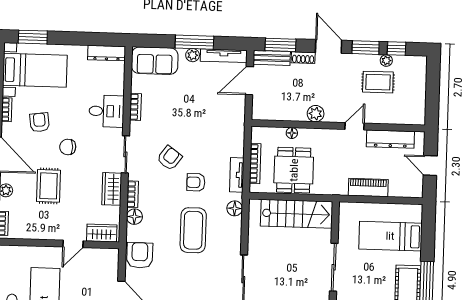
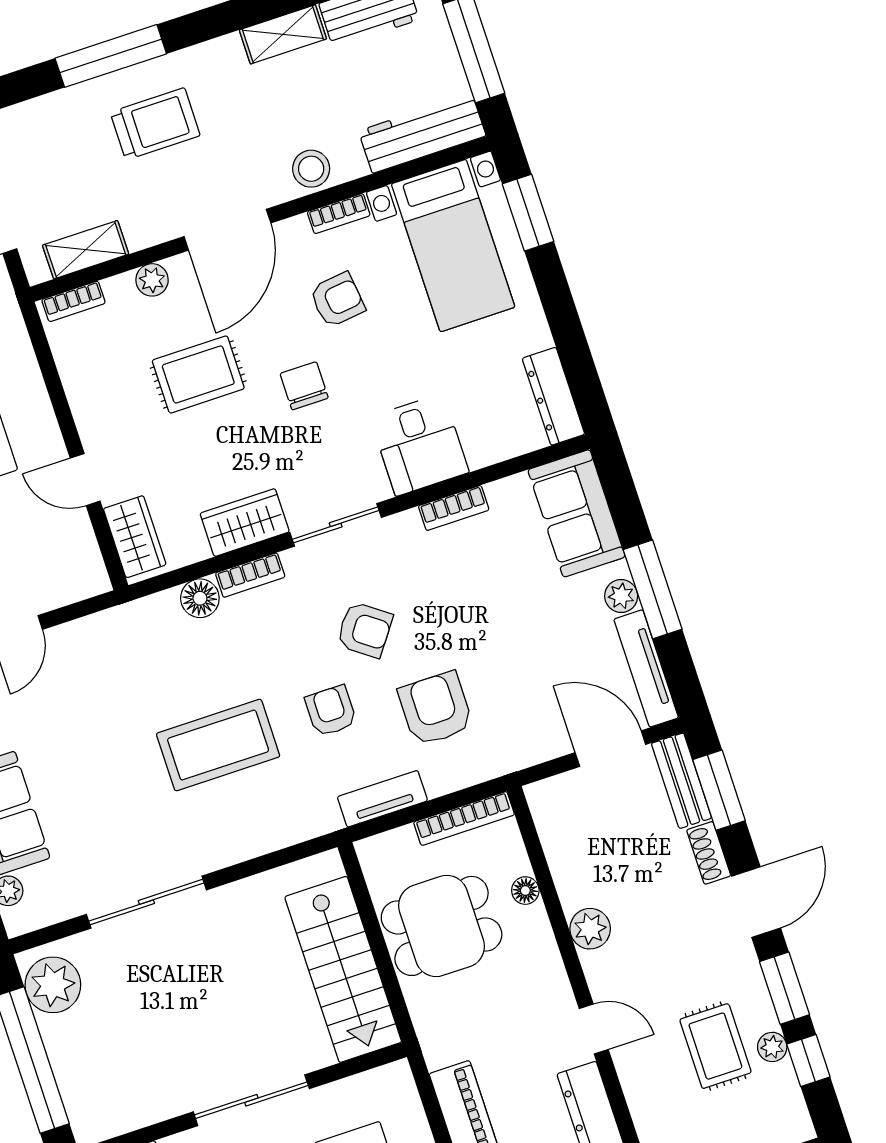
bookcase: (255, 164) -> (464, 818), moved
floor lamp: (235, 208) -> (304, 822), removed
armchair: (140, 255) -> (436, 709), moved, turned -90

